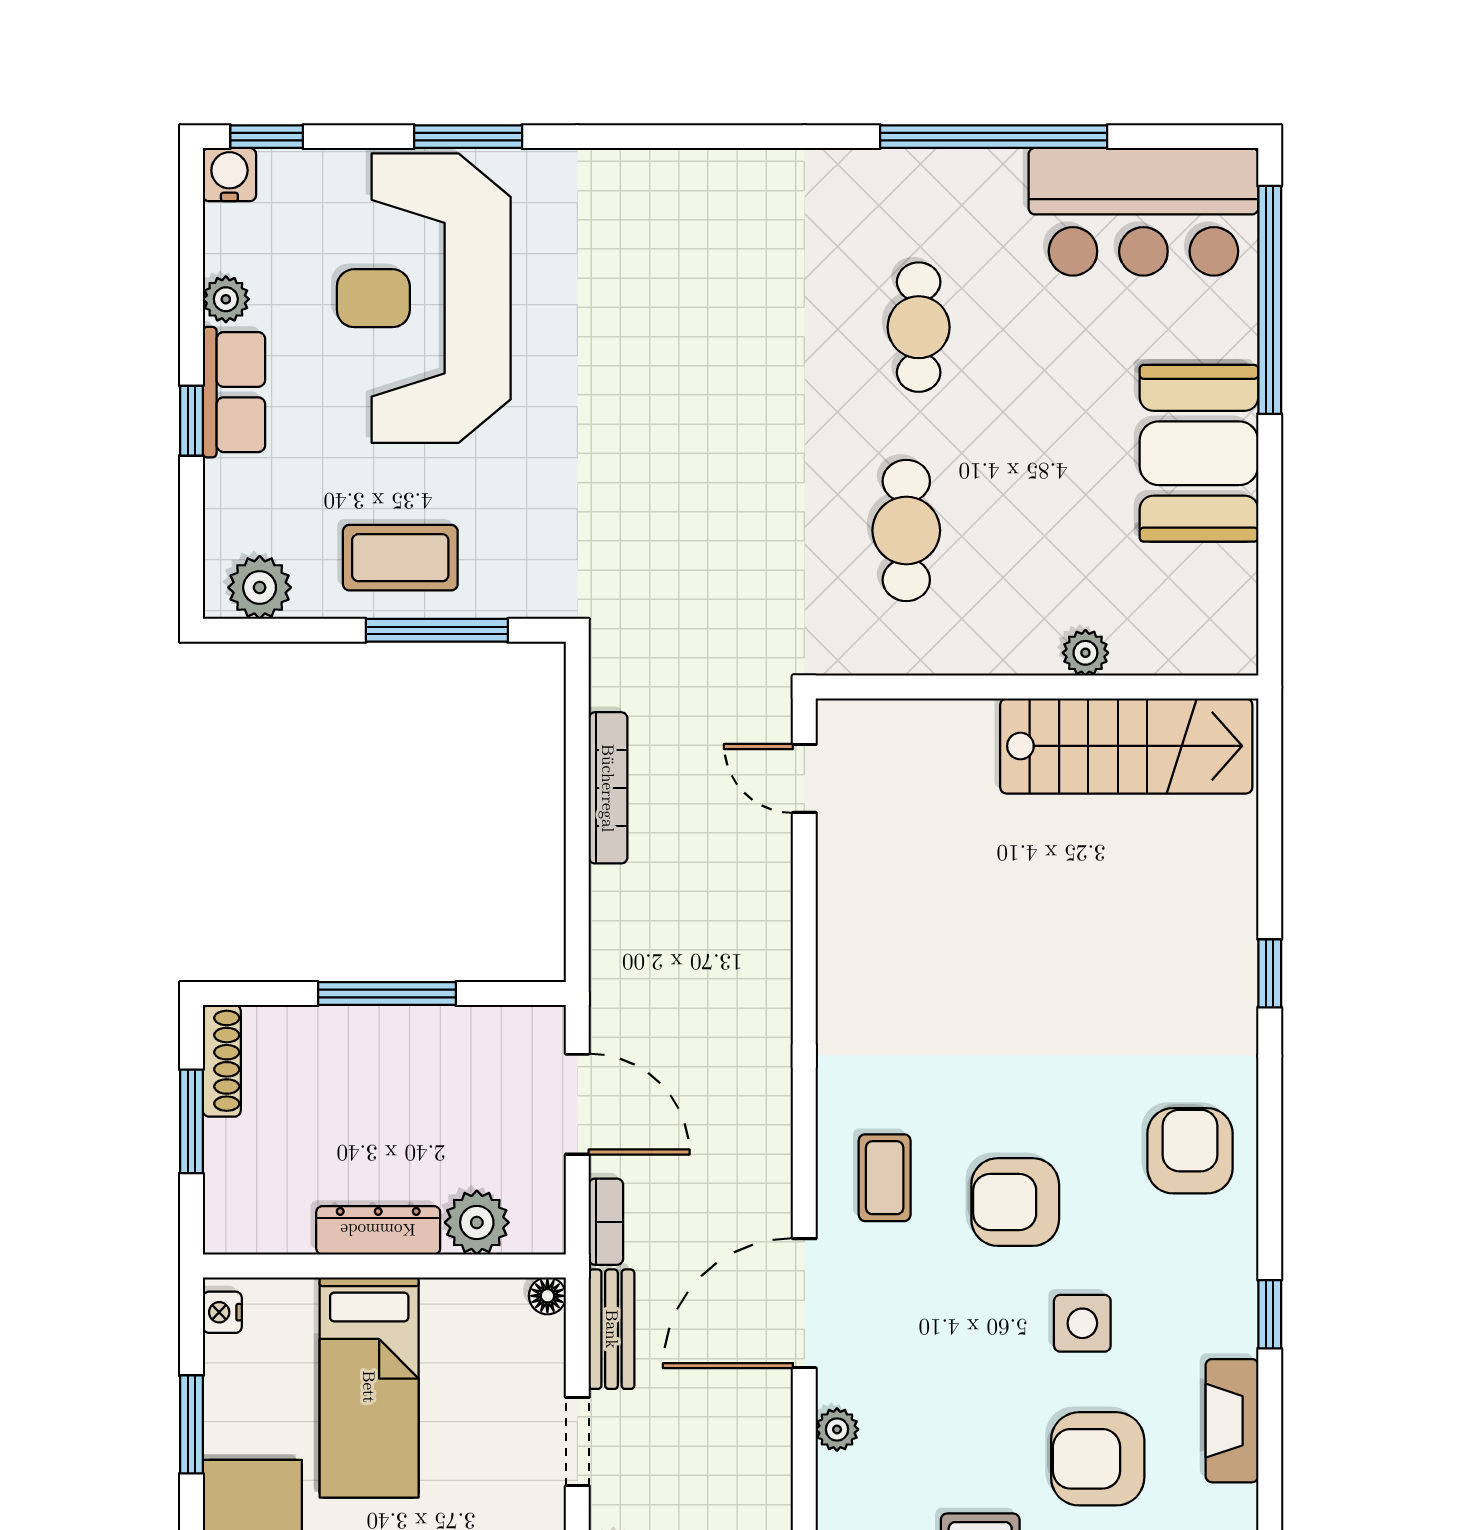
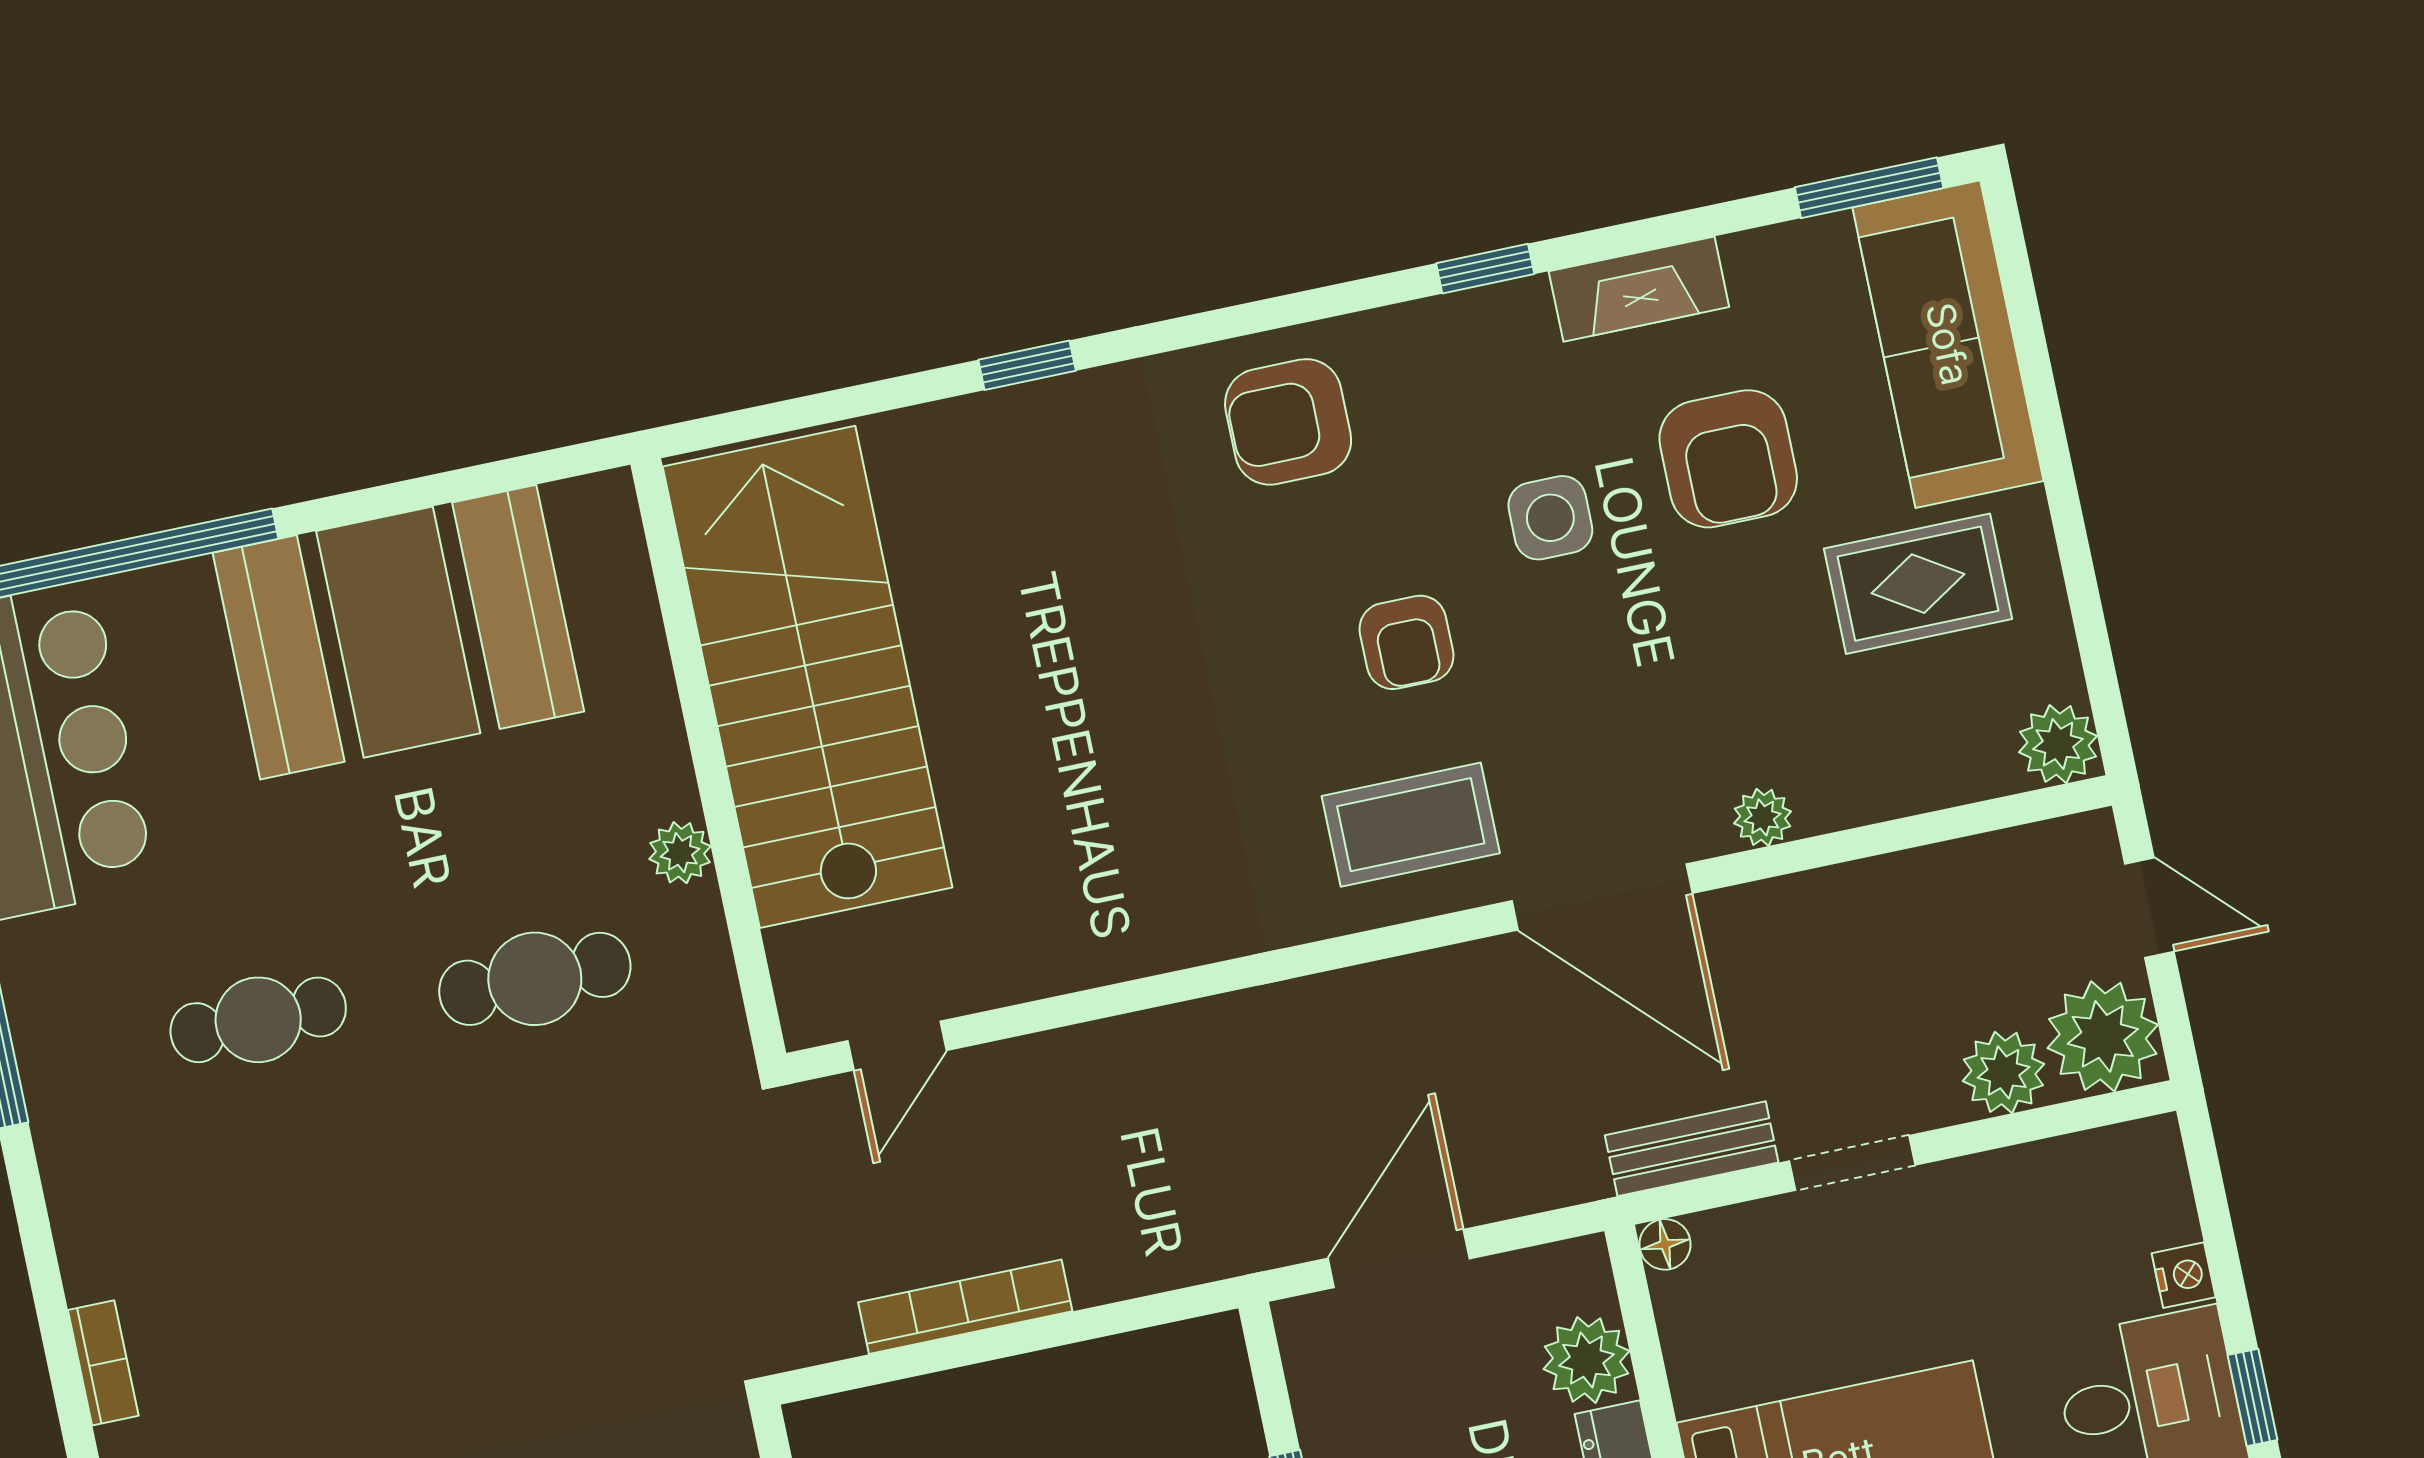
booth: (1199, 453) -> (398, 632), width x1.36, depth x1.42
plant: (1085, 653) -> (680, 853), moved
stairs: (1126, 746) -> (808, 677), width x1.36, depth x1.51
coffee table: (885, 1178) -> (1411, 825), width x1.36, depth x1.30
armchair: (1015, 1202) -> (1406, 642), width x0.72, depth x0.72
bookcase: (606, 1222) -> (103, 1363), moved, turned 90

